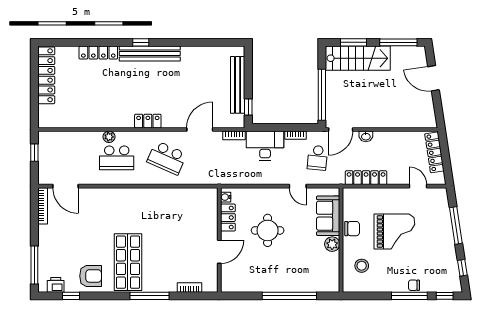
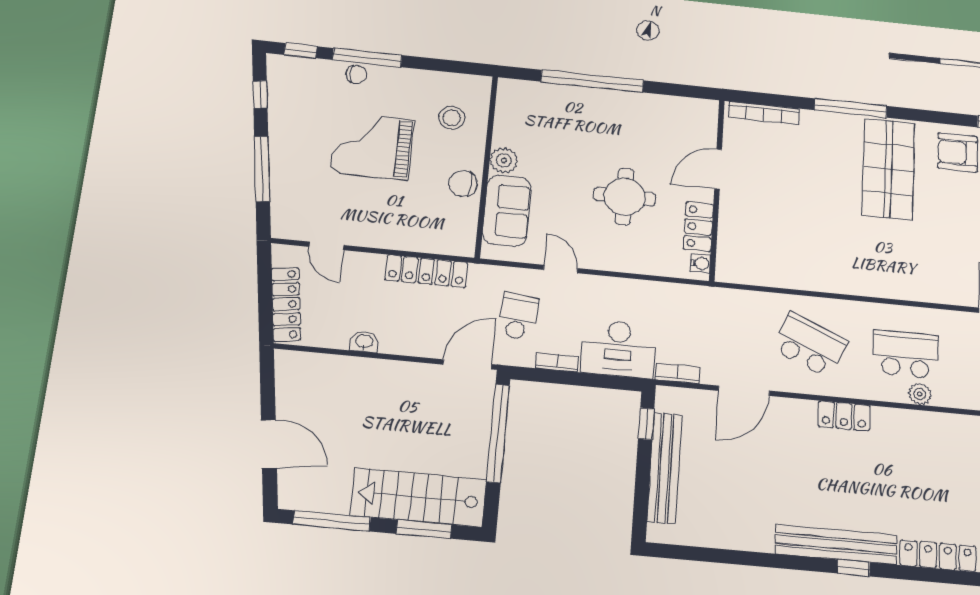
washbasin: (366, 136) -> (364, 342), moved
grand piano: (394, 231) -> (372, 146), moved
bookcase: (190, 287) -> (764, 113), width x1.56

